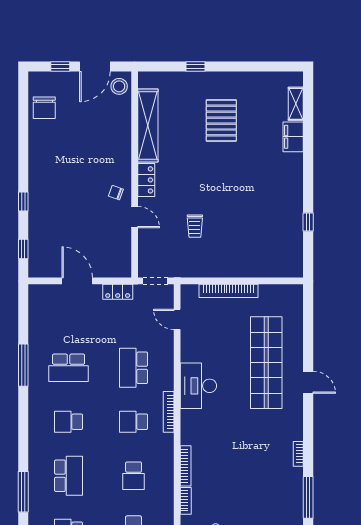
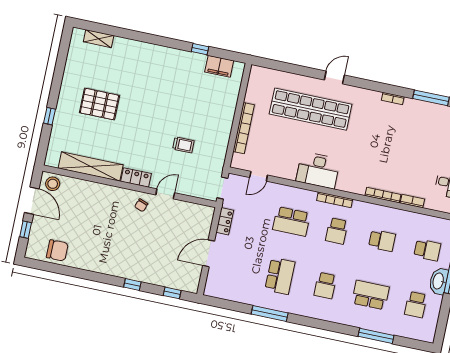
filing cabinet: (293, 137) -> (219, 66), moved

